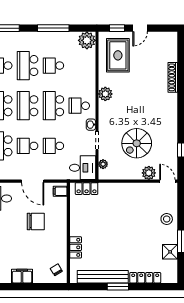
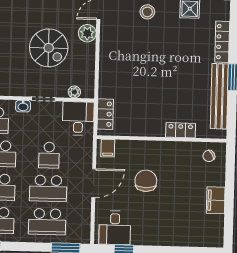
school desk: (28, 146) -> (48, 188), width x1.85

